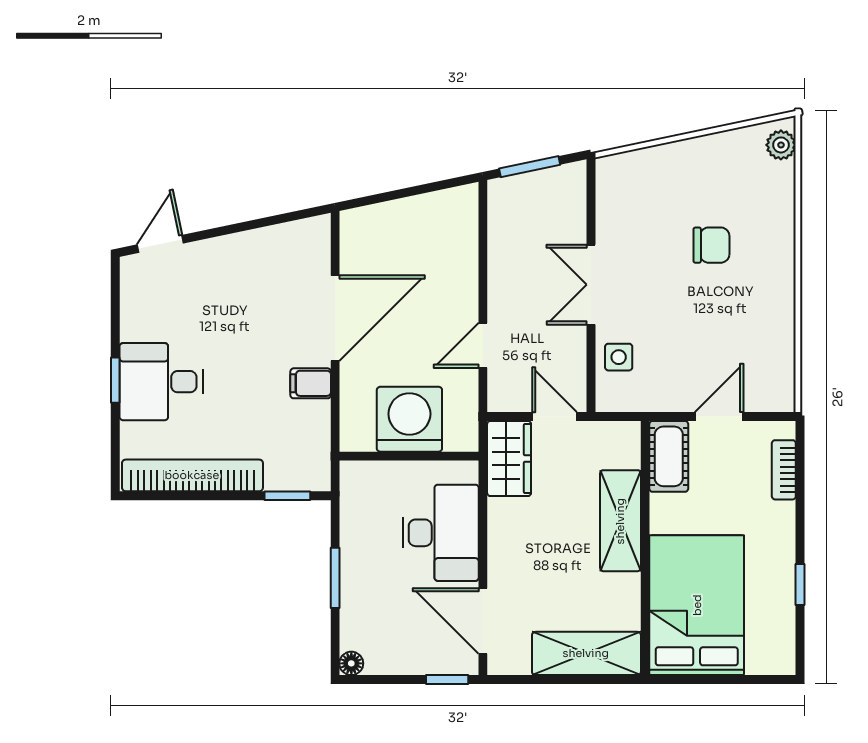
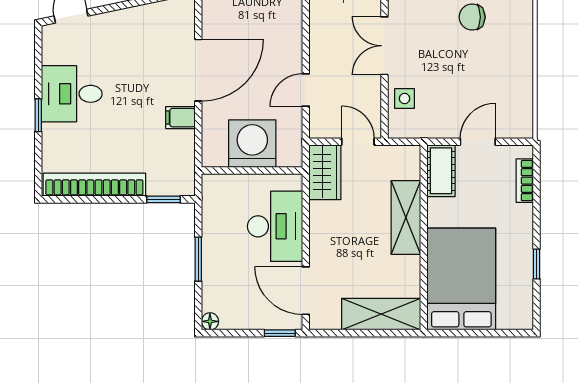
chair: (711, 245) -> (472, 17), turned 180
desk: (161, 382) -> (72, 94), moved

